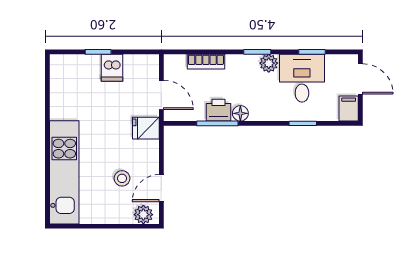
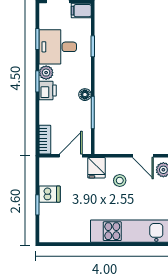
bookcase: (206, 62) -> (45, 140), moved
printer: (219, 110) -> (48, 90), moved, turned 180
stool: (122, 178) -> (120, 180), moved

